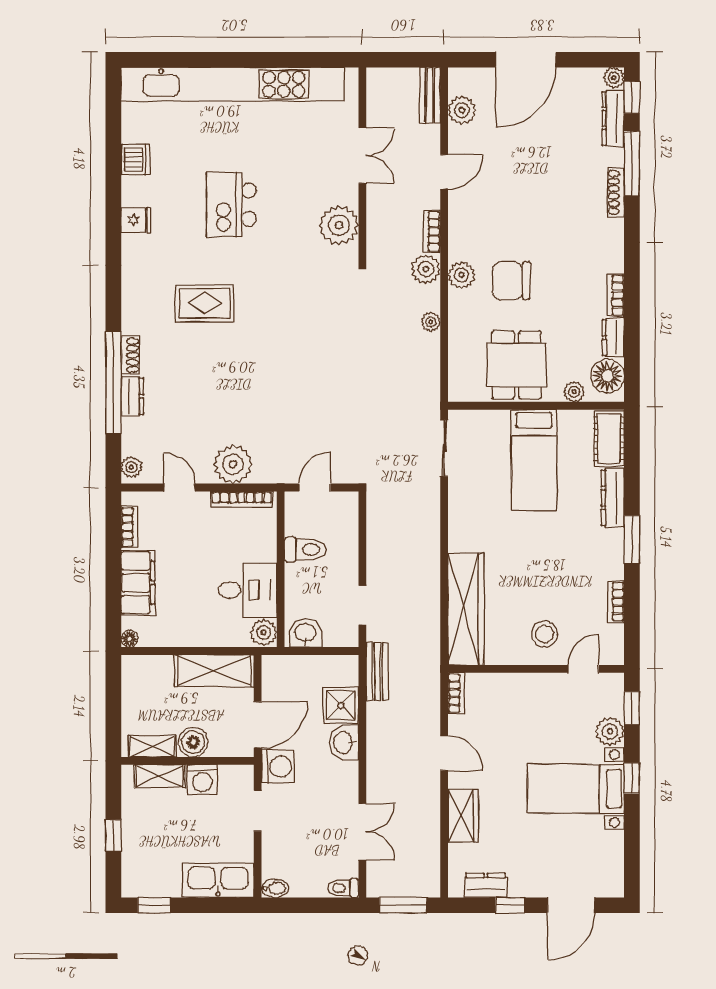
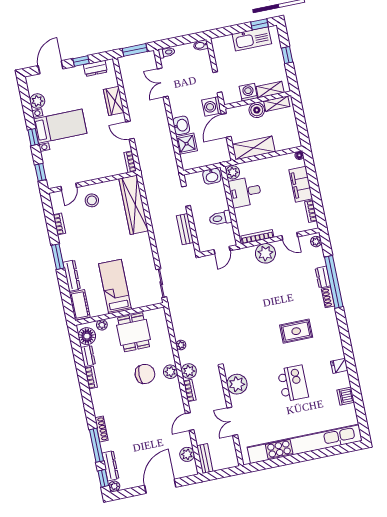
bench: (377, 671) -> (185, 229), moved
plant: (610, 731) -> (37, 101), moved
kitchen sink: (218, 880) -> (252, 39), moved

